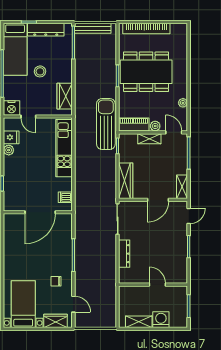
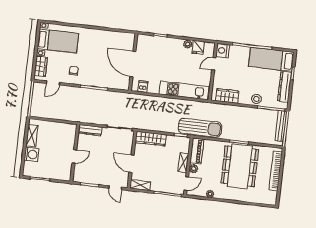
stool: (40, 71) -> (256, 99), moved
wall: (153, 285) -> (75, 153), moved
door: (157, 285) -> (74, 156), moved

